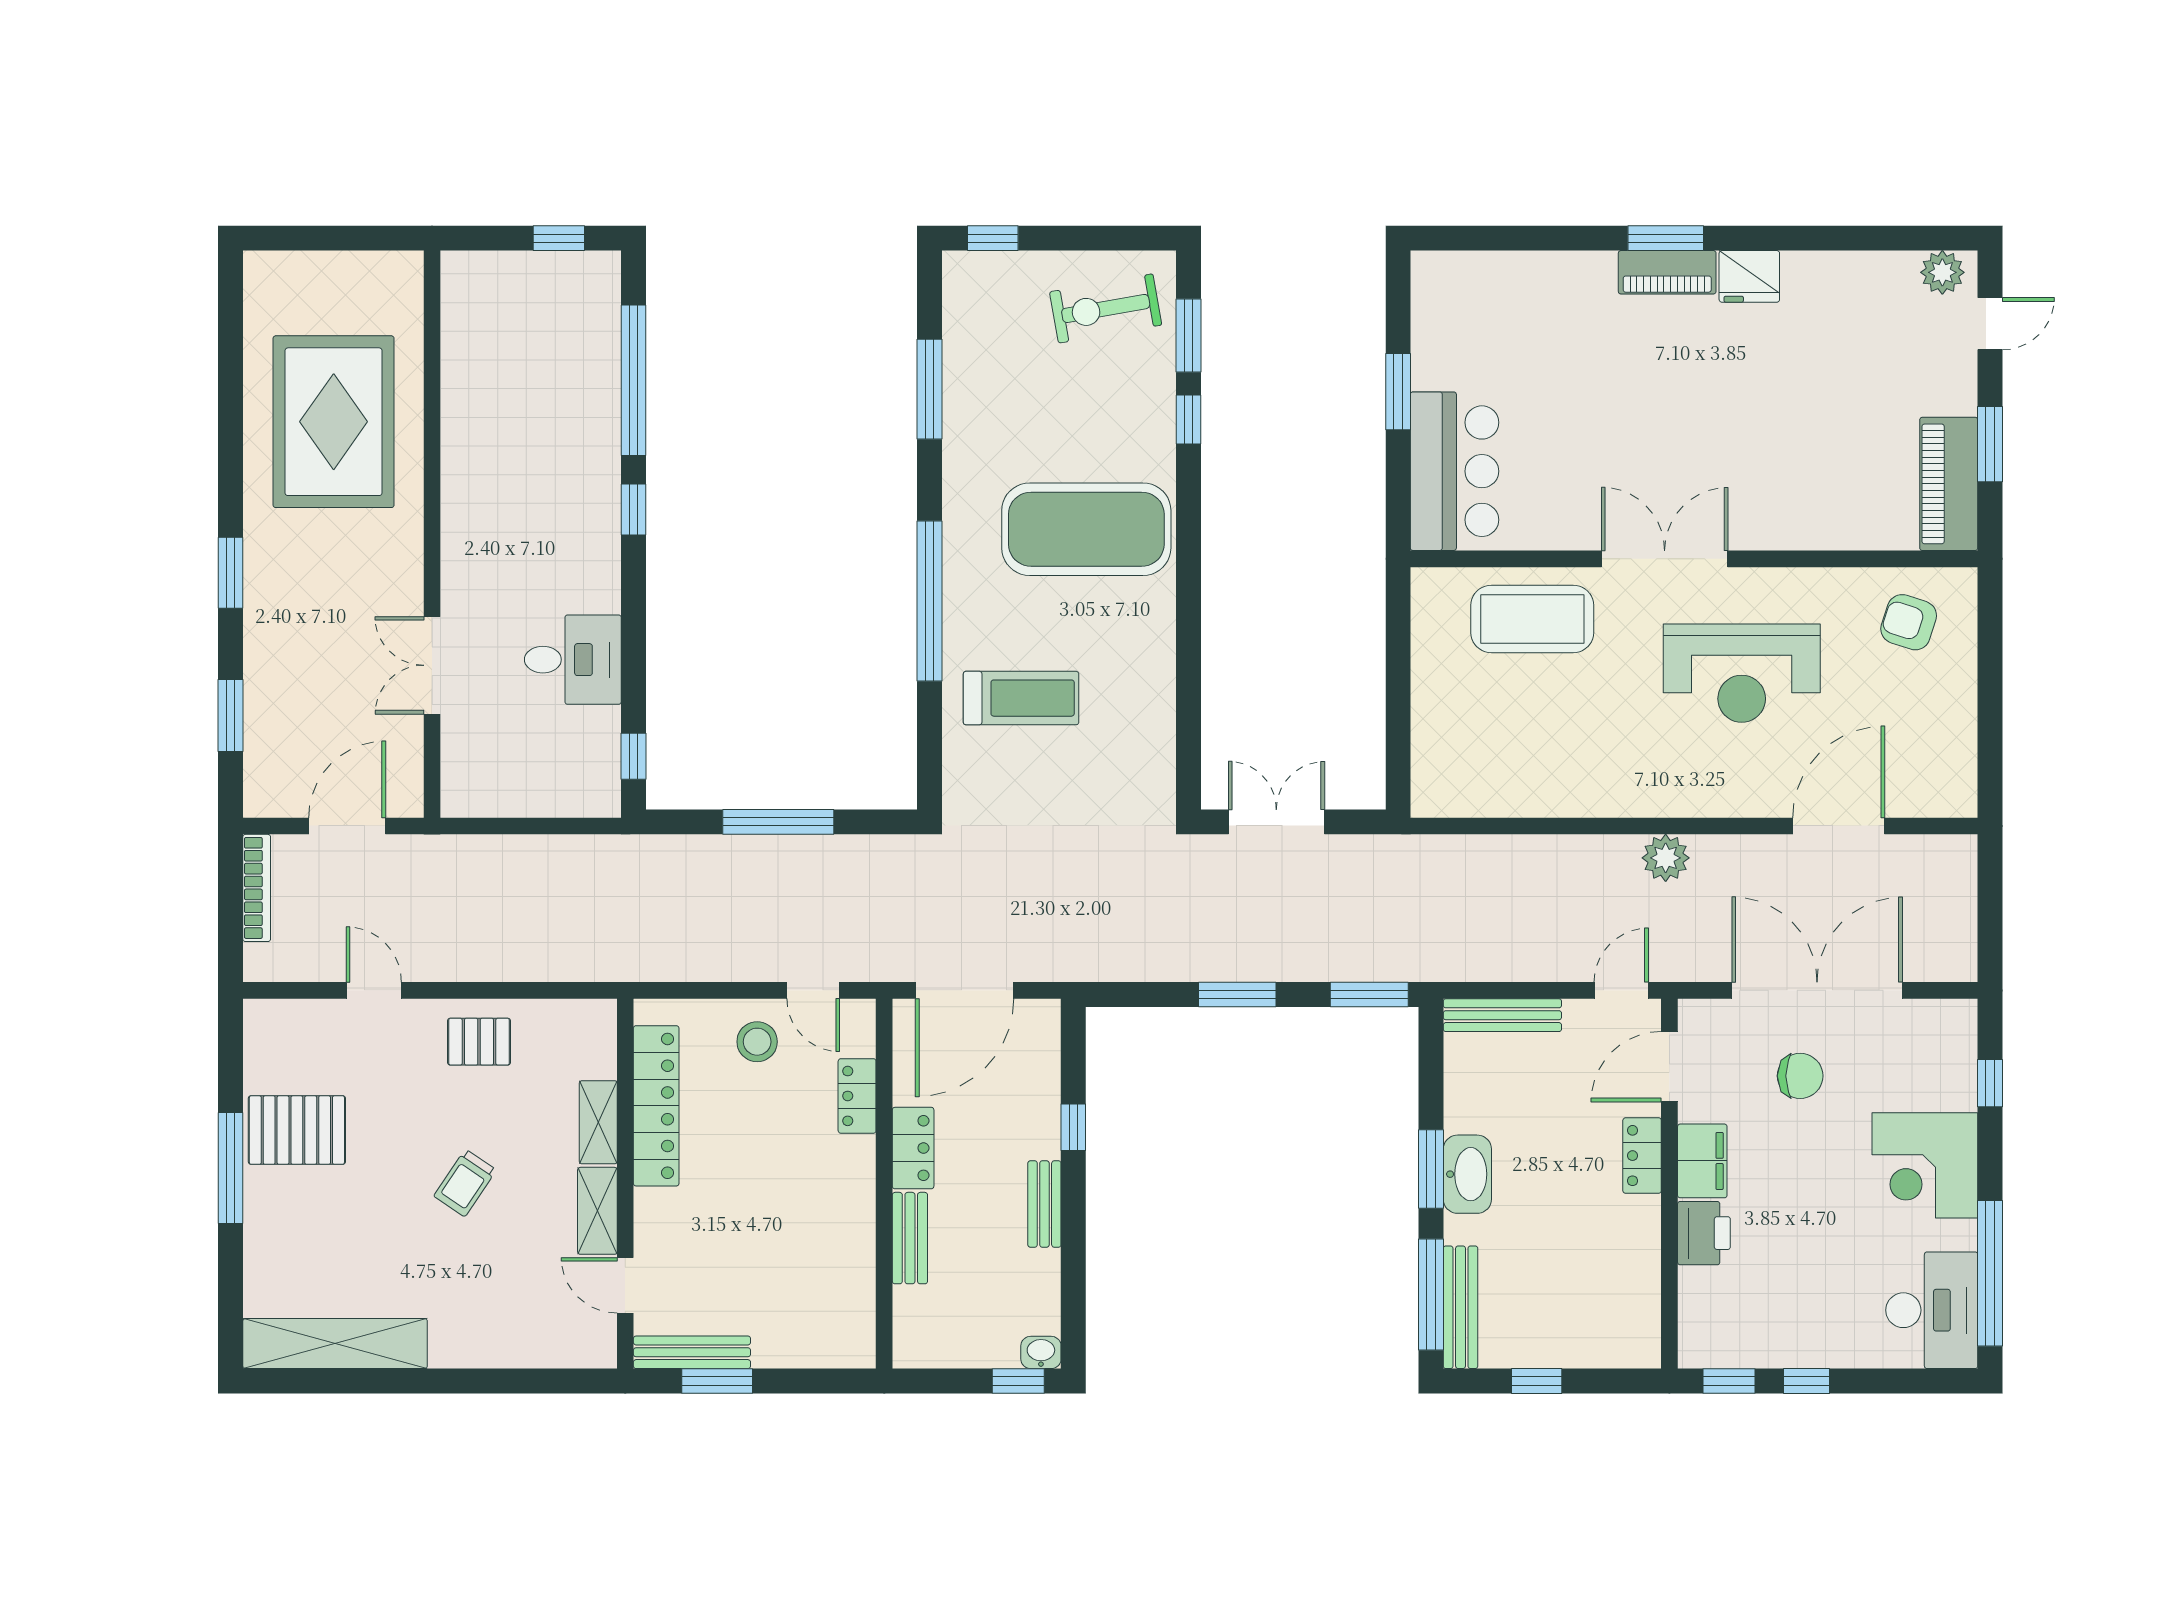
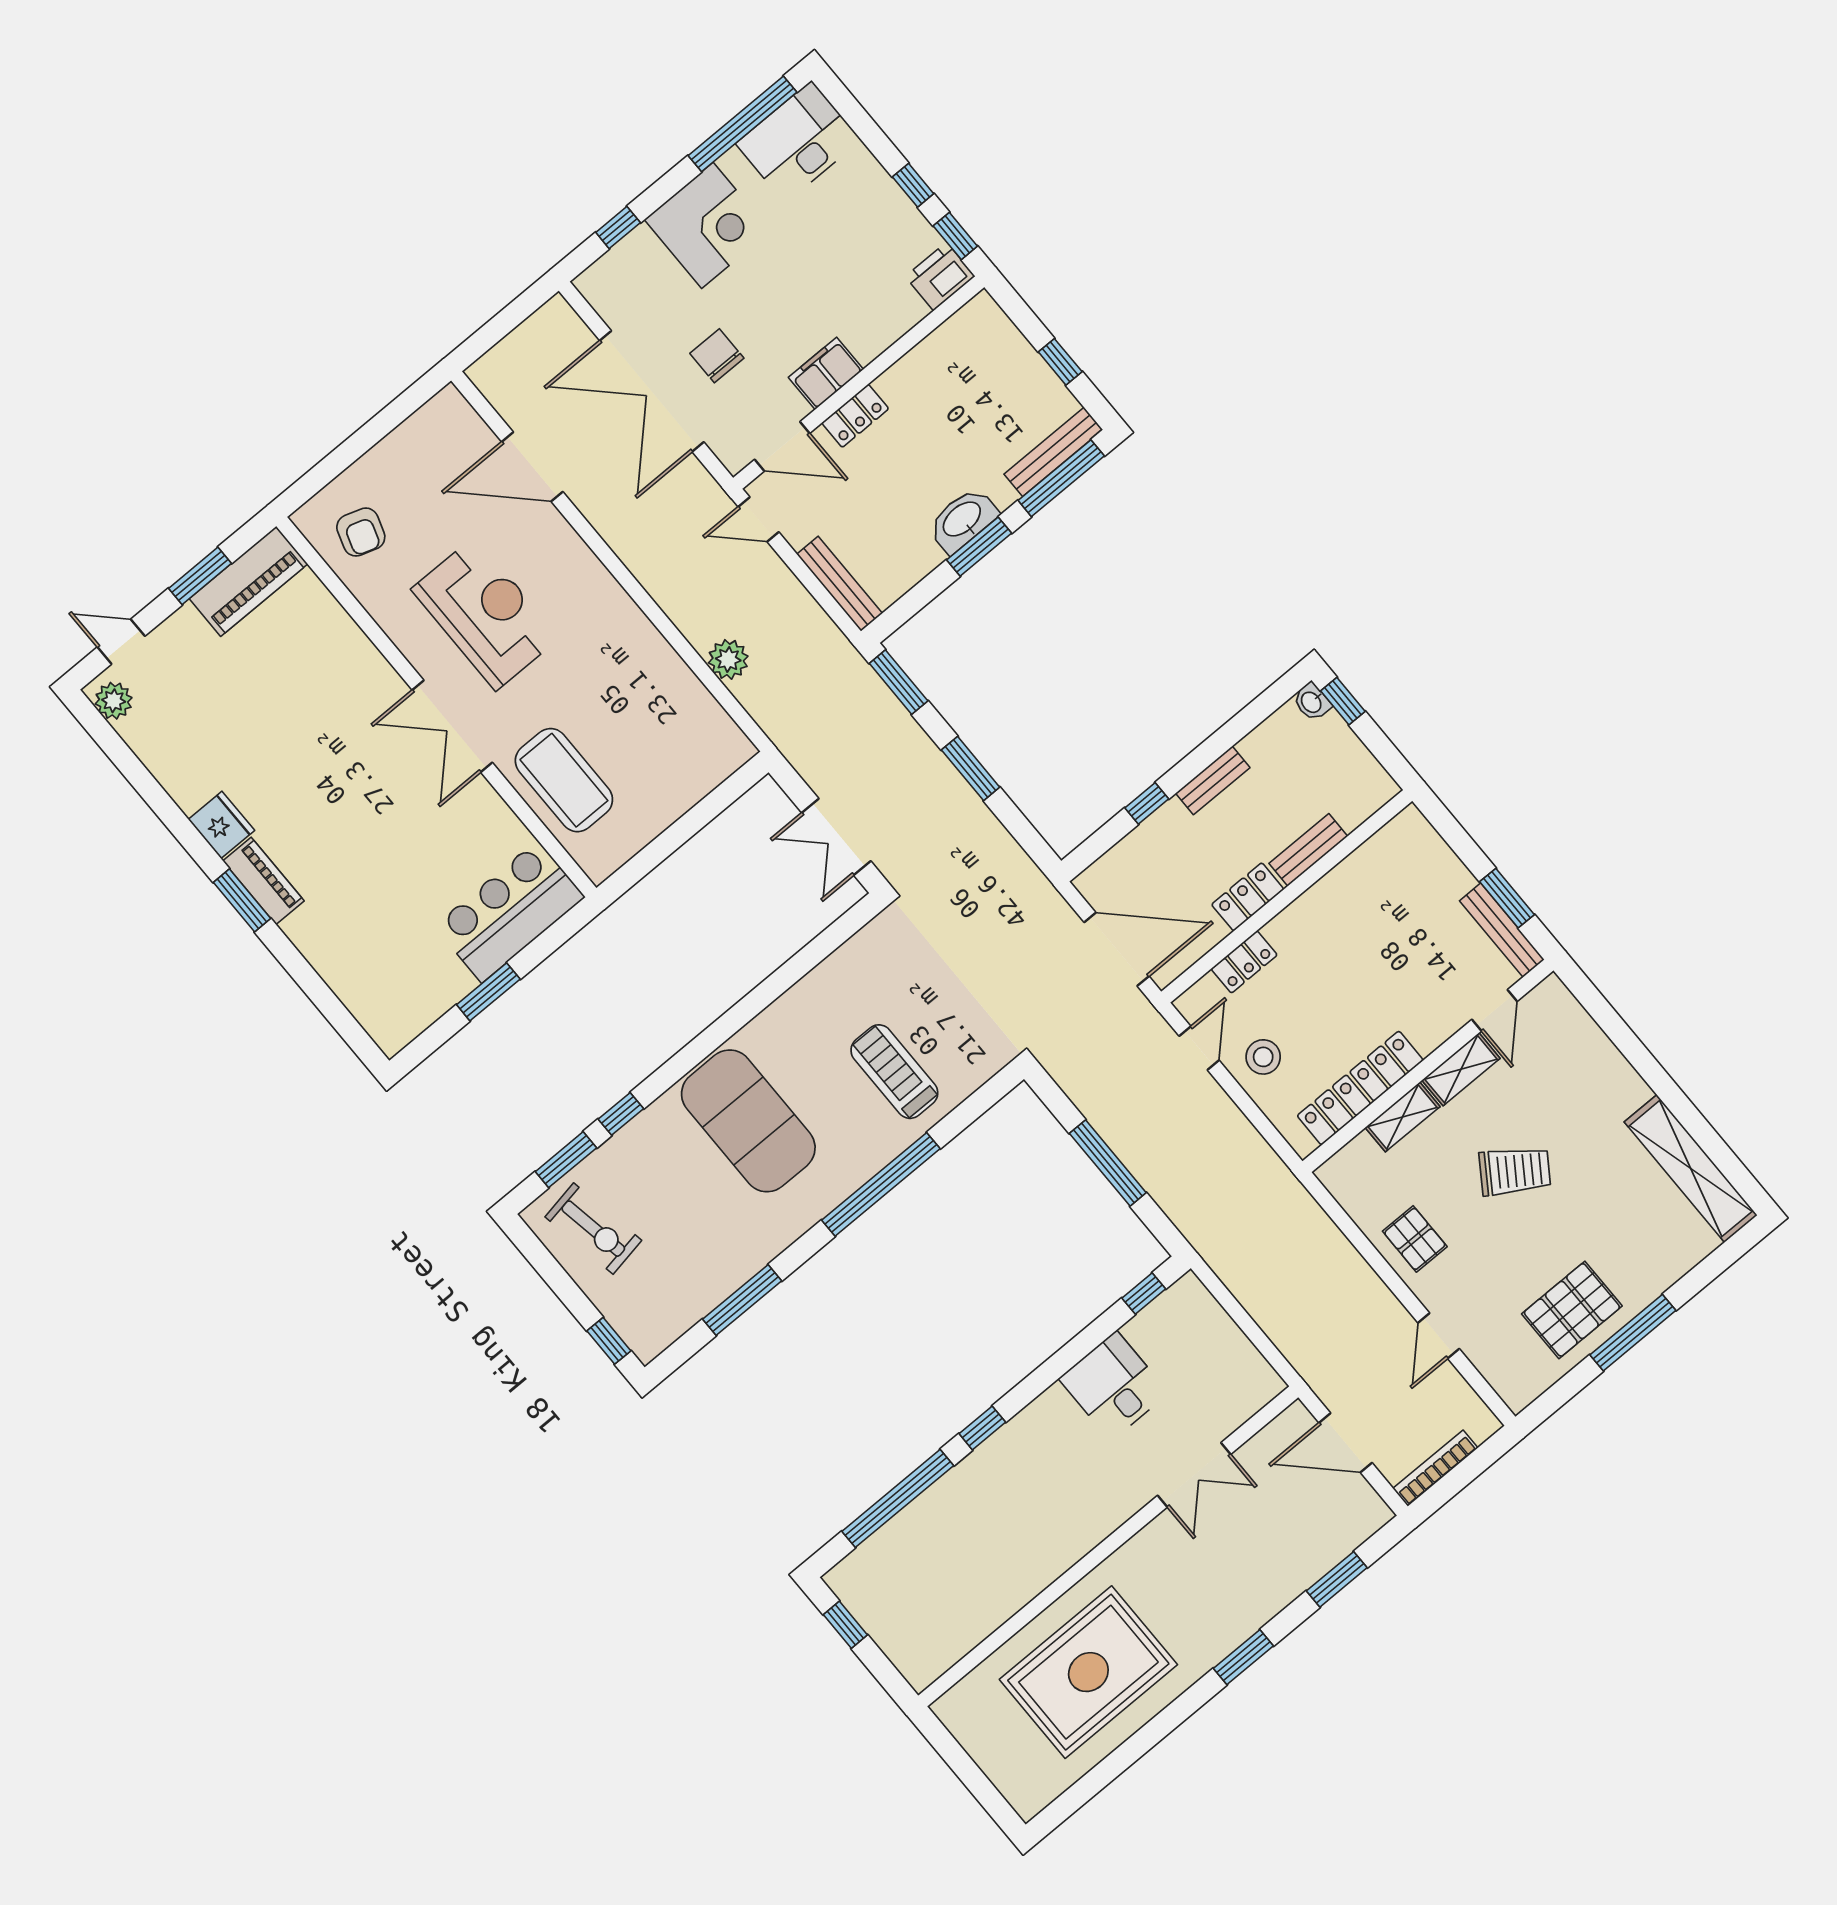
plant: (1666, 858) -> (728, 659), moved
pallet: (297, 1130) -> (1572, 1310), turned 90
trolley: (465, 1183) -> (1515, 1171), width x1.36, depth x1.39
printer: (1704, 1233) -> (940, 276), moved

